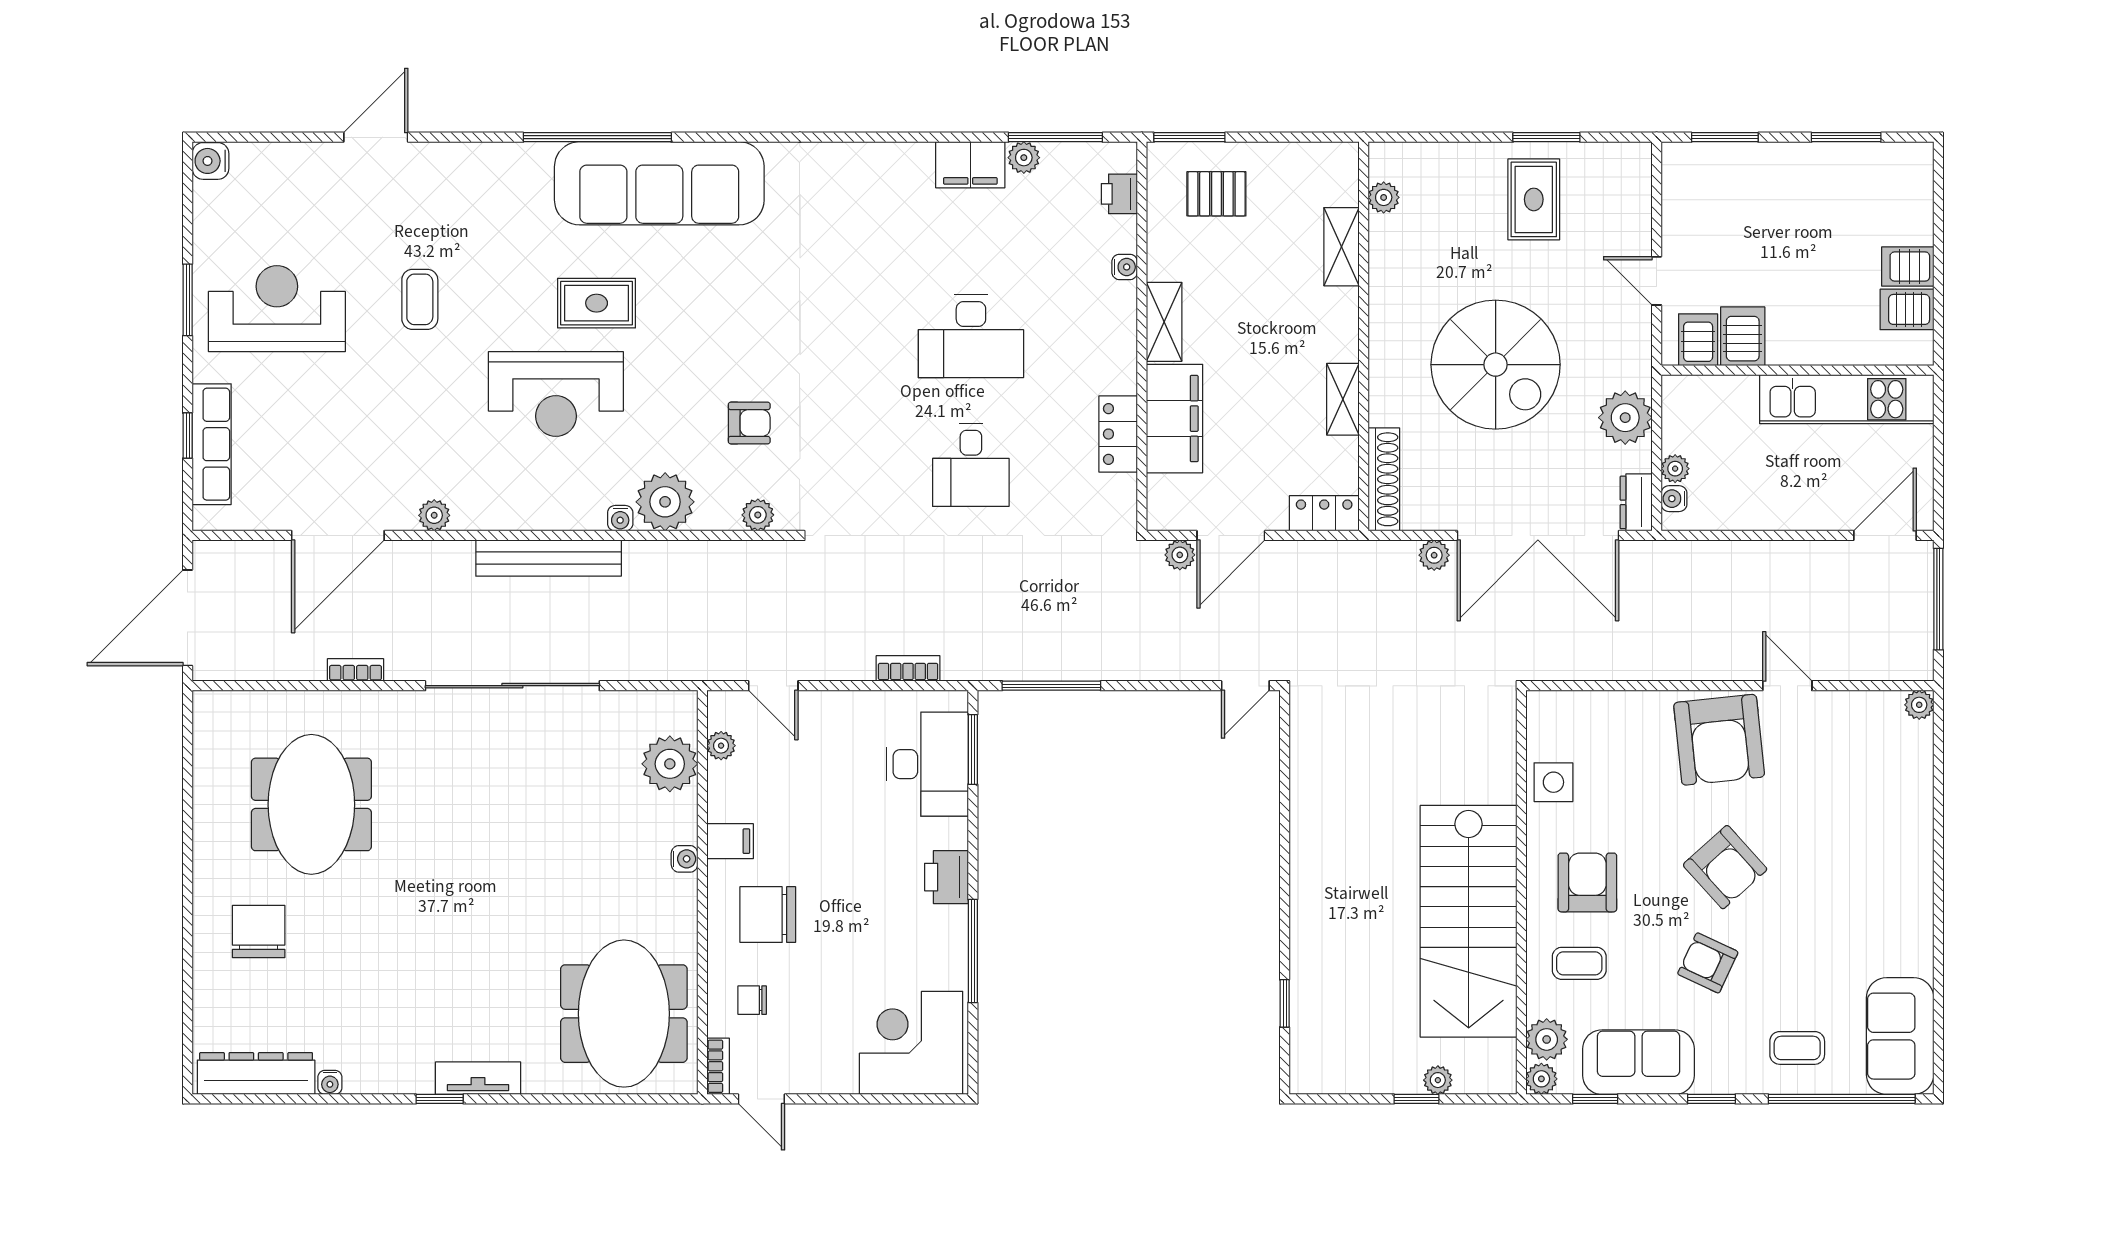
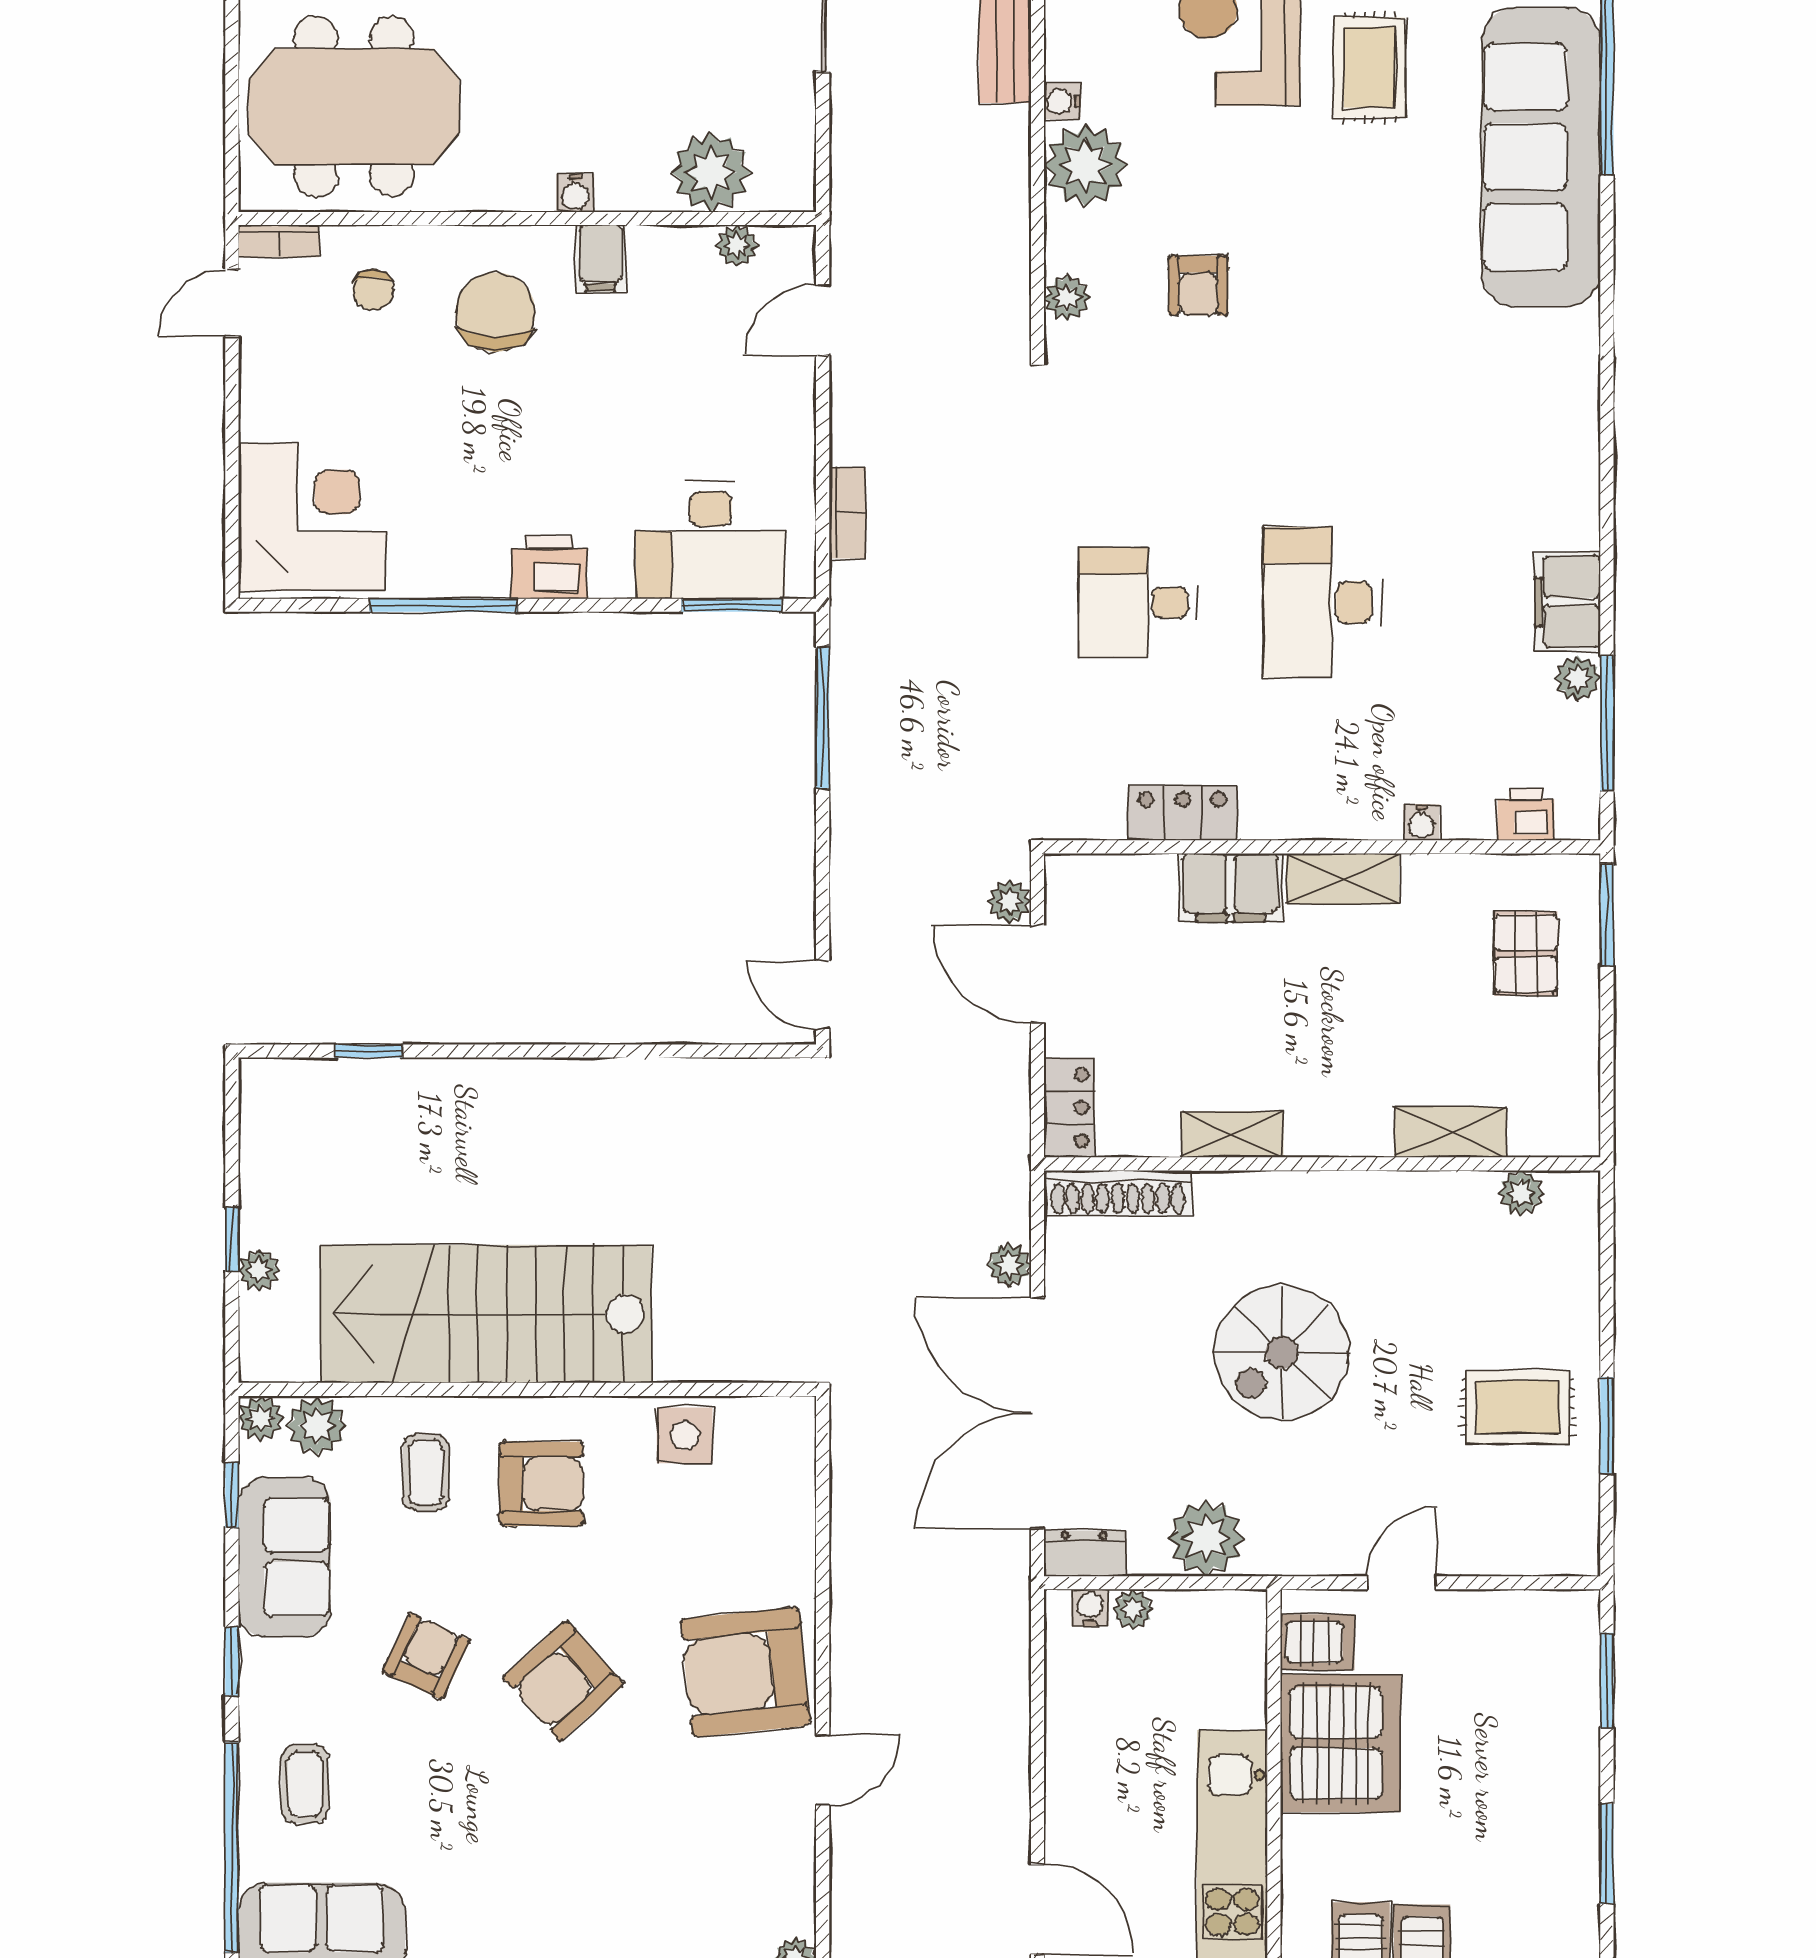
server rack: (1743, 336) -> (1341, 1743), width x2.18, depth x1.44
spiral stairs: (1496, 365) -> (1282, 1353), width x0.73, depth x0.73
filing cabinet: (1174, 419) -> (1230, 888), width x0.67, depth x0.86
chair: (752, 1000) -> (373, 290), turned 180

